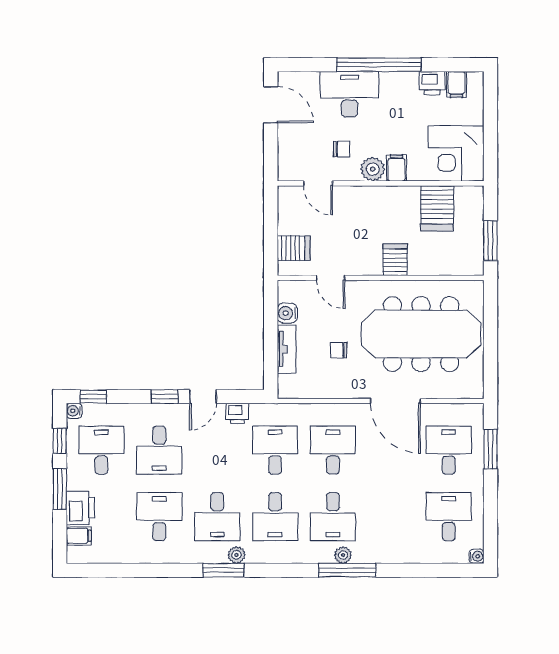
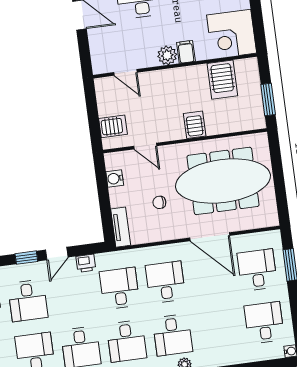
chair: (342, 149) -> (140, 43), removed
tv unit: (287, 349) -> (121, 227), moved

